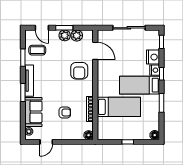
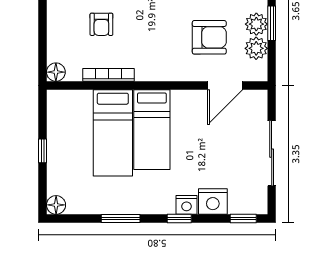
armchair: (79, 71) -> (209, 37), moved, turned 180
bed: (140, 85) -> (152, 130), moved, turned 180

